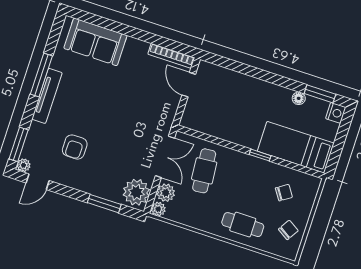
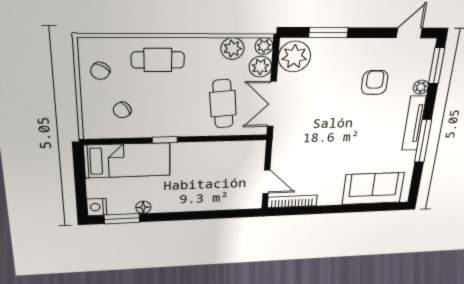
plant: (24, 165) -> (421, 87), moved
plant: (183, 215) -> (232, 49), added

